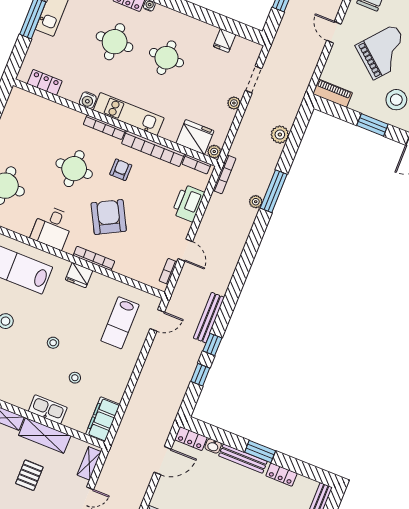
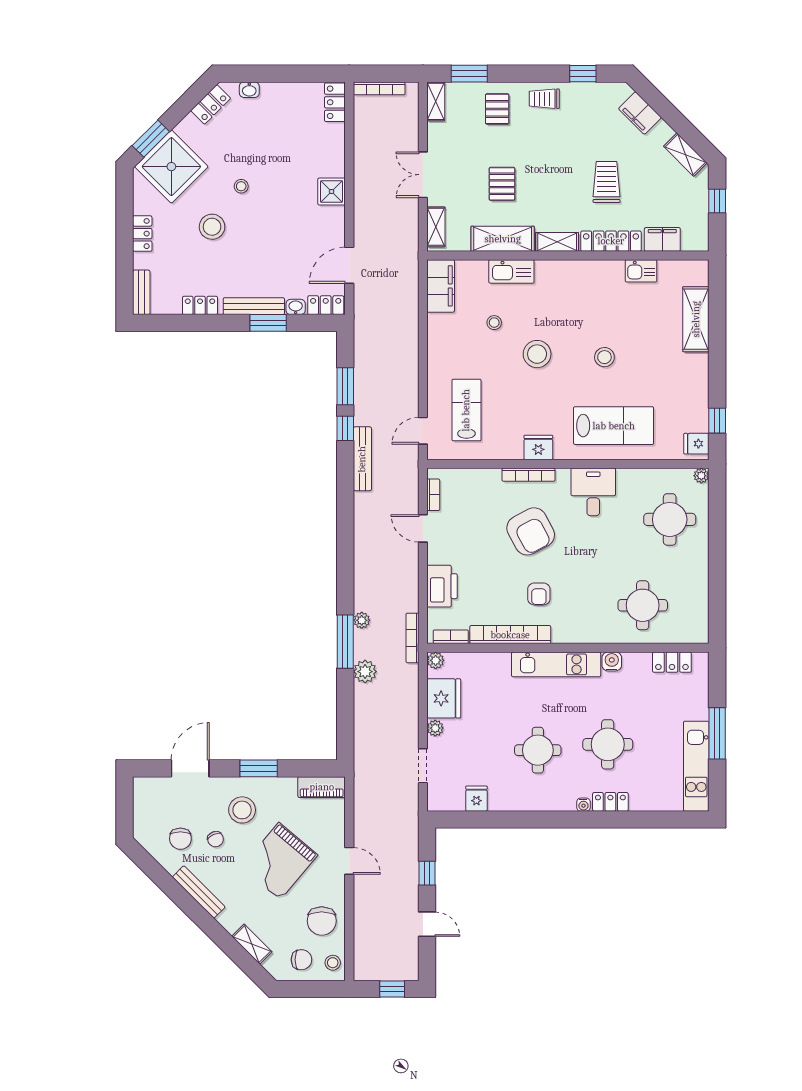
bookcase: (104, 127) -> (579, 637), removed
plant: (280, 135) -> (365, 672), moved
fridge: (195, 137) -> (444, 698), moved, turned -90
round table: (74, 169) -> (643, 605), moved
stool: (53, 343) -> (537, 354), width x1.89, depth x1.89
window: (200, 375) -> (345, 386), width x1.50
window: (260, 451) -> (268, 323), moved

